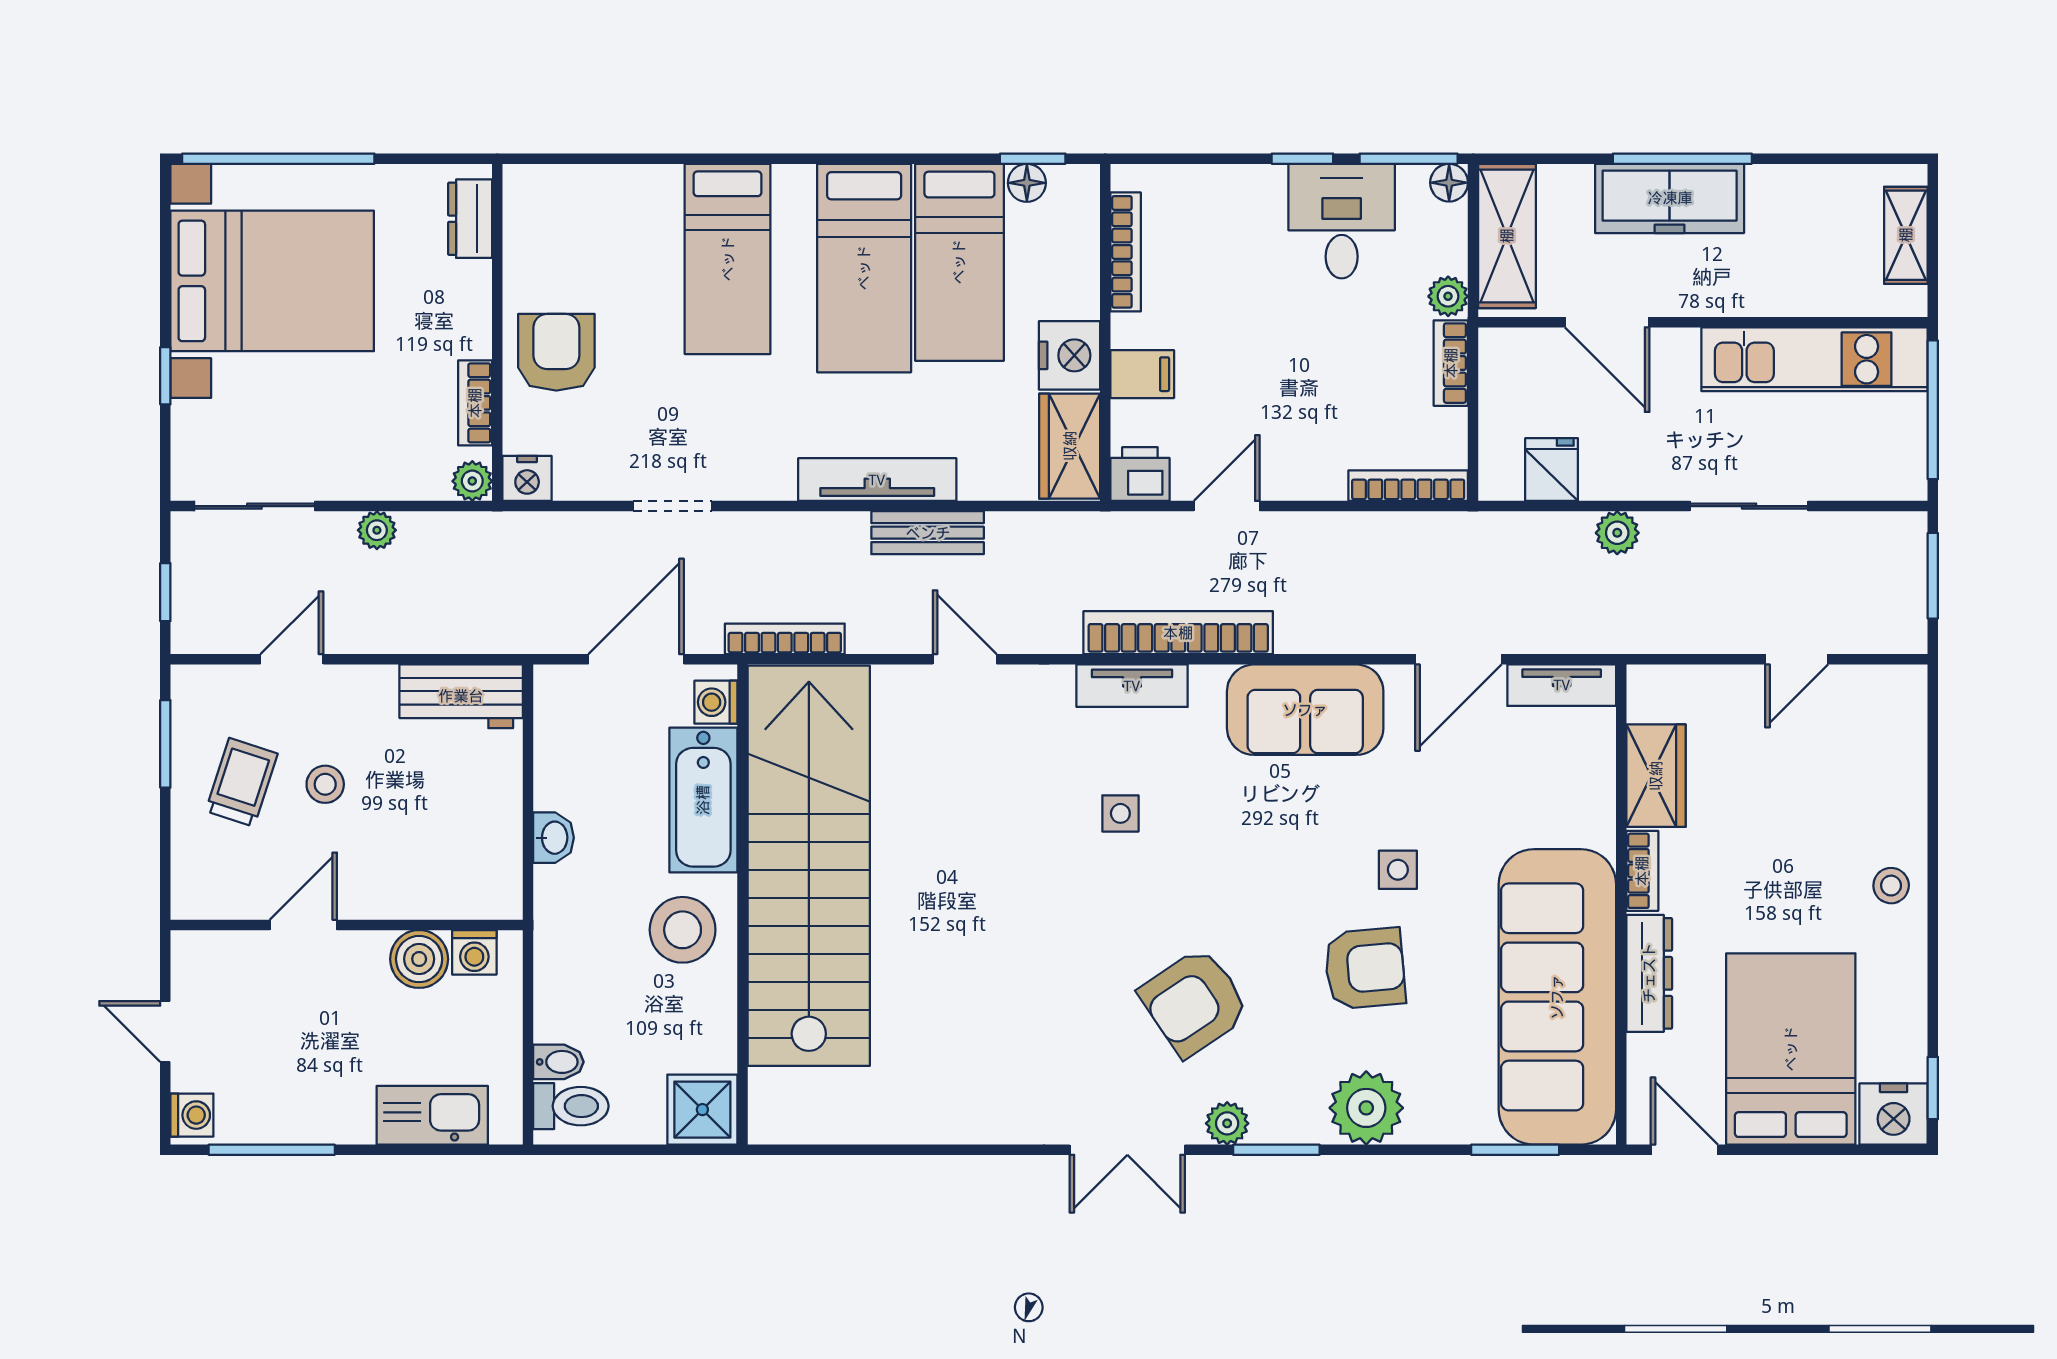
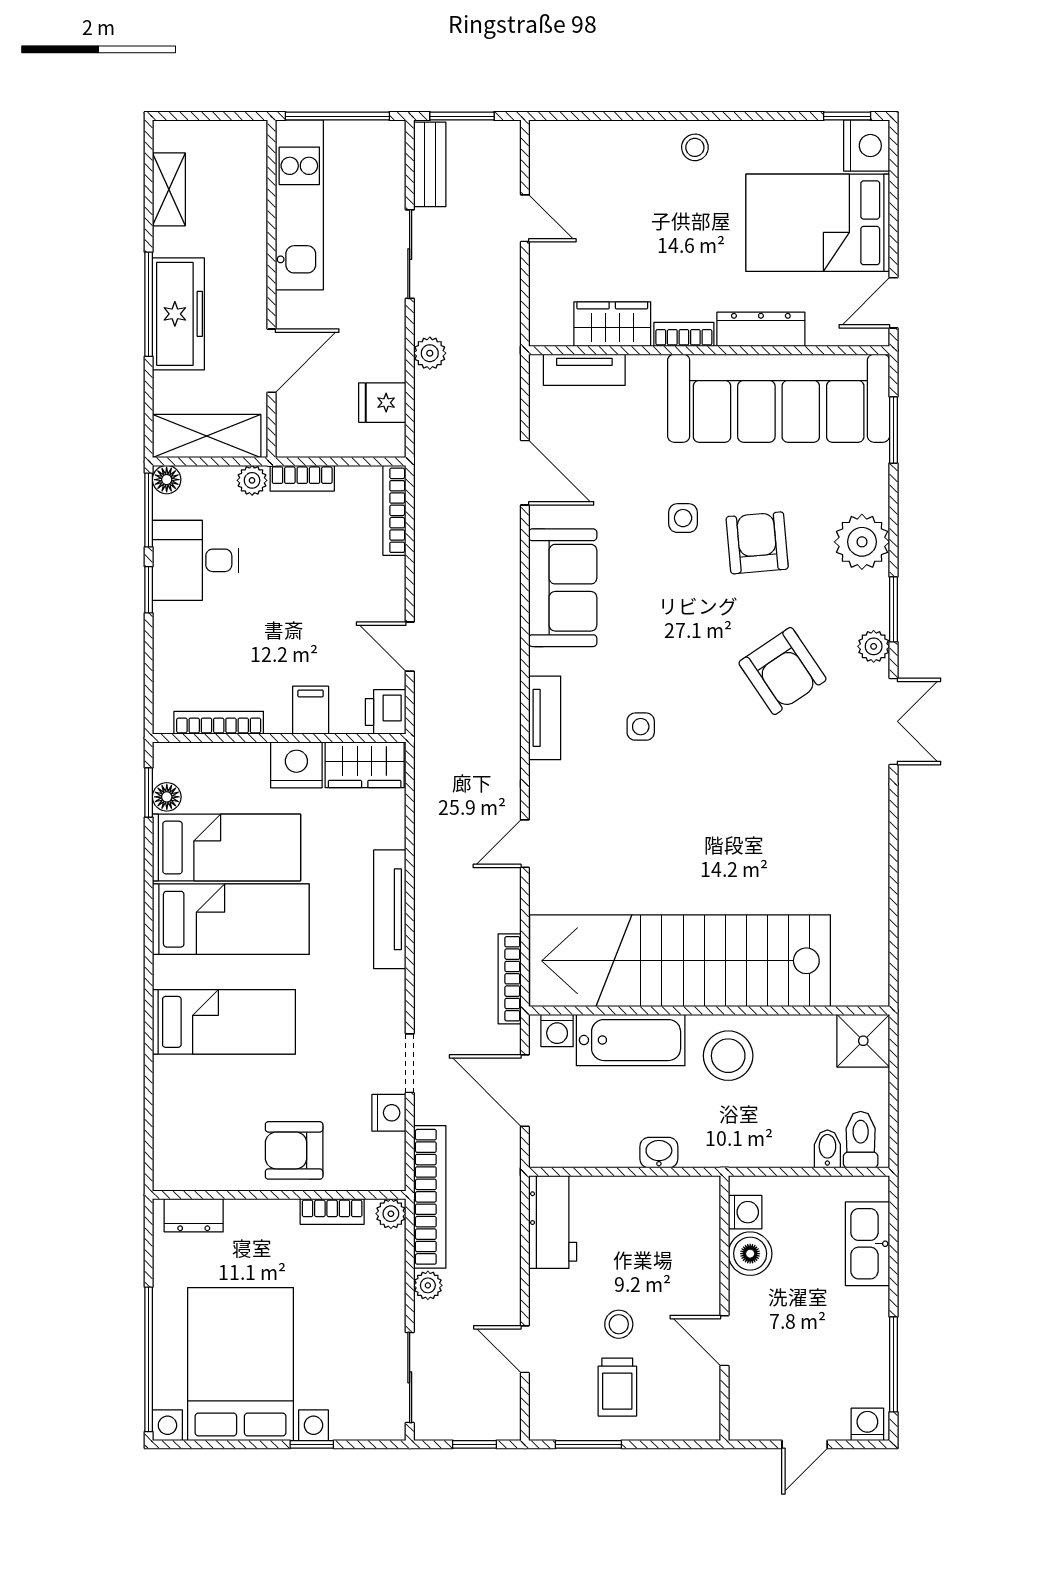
shelving: (1906, 235) -> (169, 189), moved, turned 90
nightstand: (527, 478) -> (389, 1113), moved
bench: (928, 533) -> (430, 164), moved
bookcase: (1178, 633) -> (430, 1197), moved, turned 180
tv unit: (1562, 685) -> (584, 370), moved, turned 90
trolley: (242, 782) -> (617, 1387), turned -108

